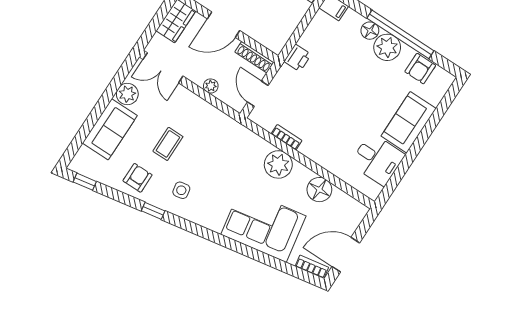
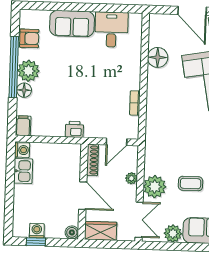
plant: (278, 164) -> (155, 187), moved

